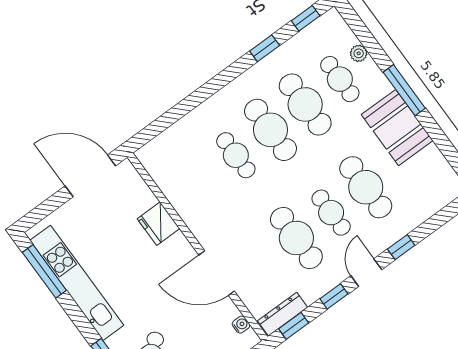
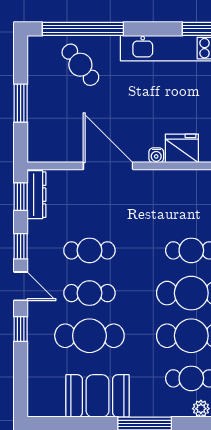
booth: (397, 128) -> (97, 396), moved
cafe table: (296, 238) -> (89, 250), width x0.73, depth x0.74
door: (217, 273) -> (108, 166), hinge flipped
water cooler: (241, 325) -> (156, 155), moved

